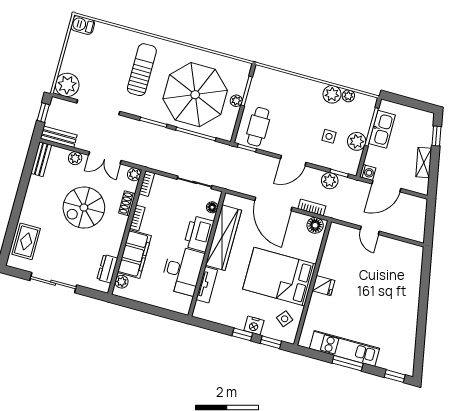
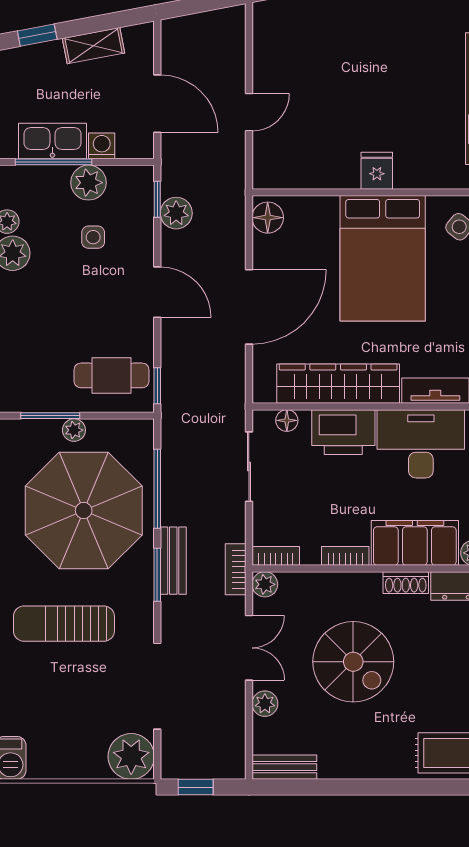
bench: (59, 137) -> (173, 561), moved
washing machine: (368, 172) -> (102, 146), moved
shoe rack: (127, 203) -> (406, 583), moved
bookcase: (312, 207) -> (236, 569), moved

